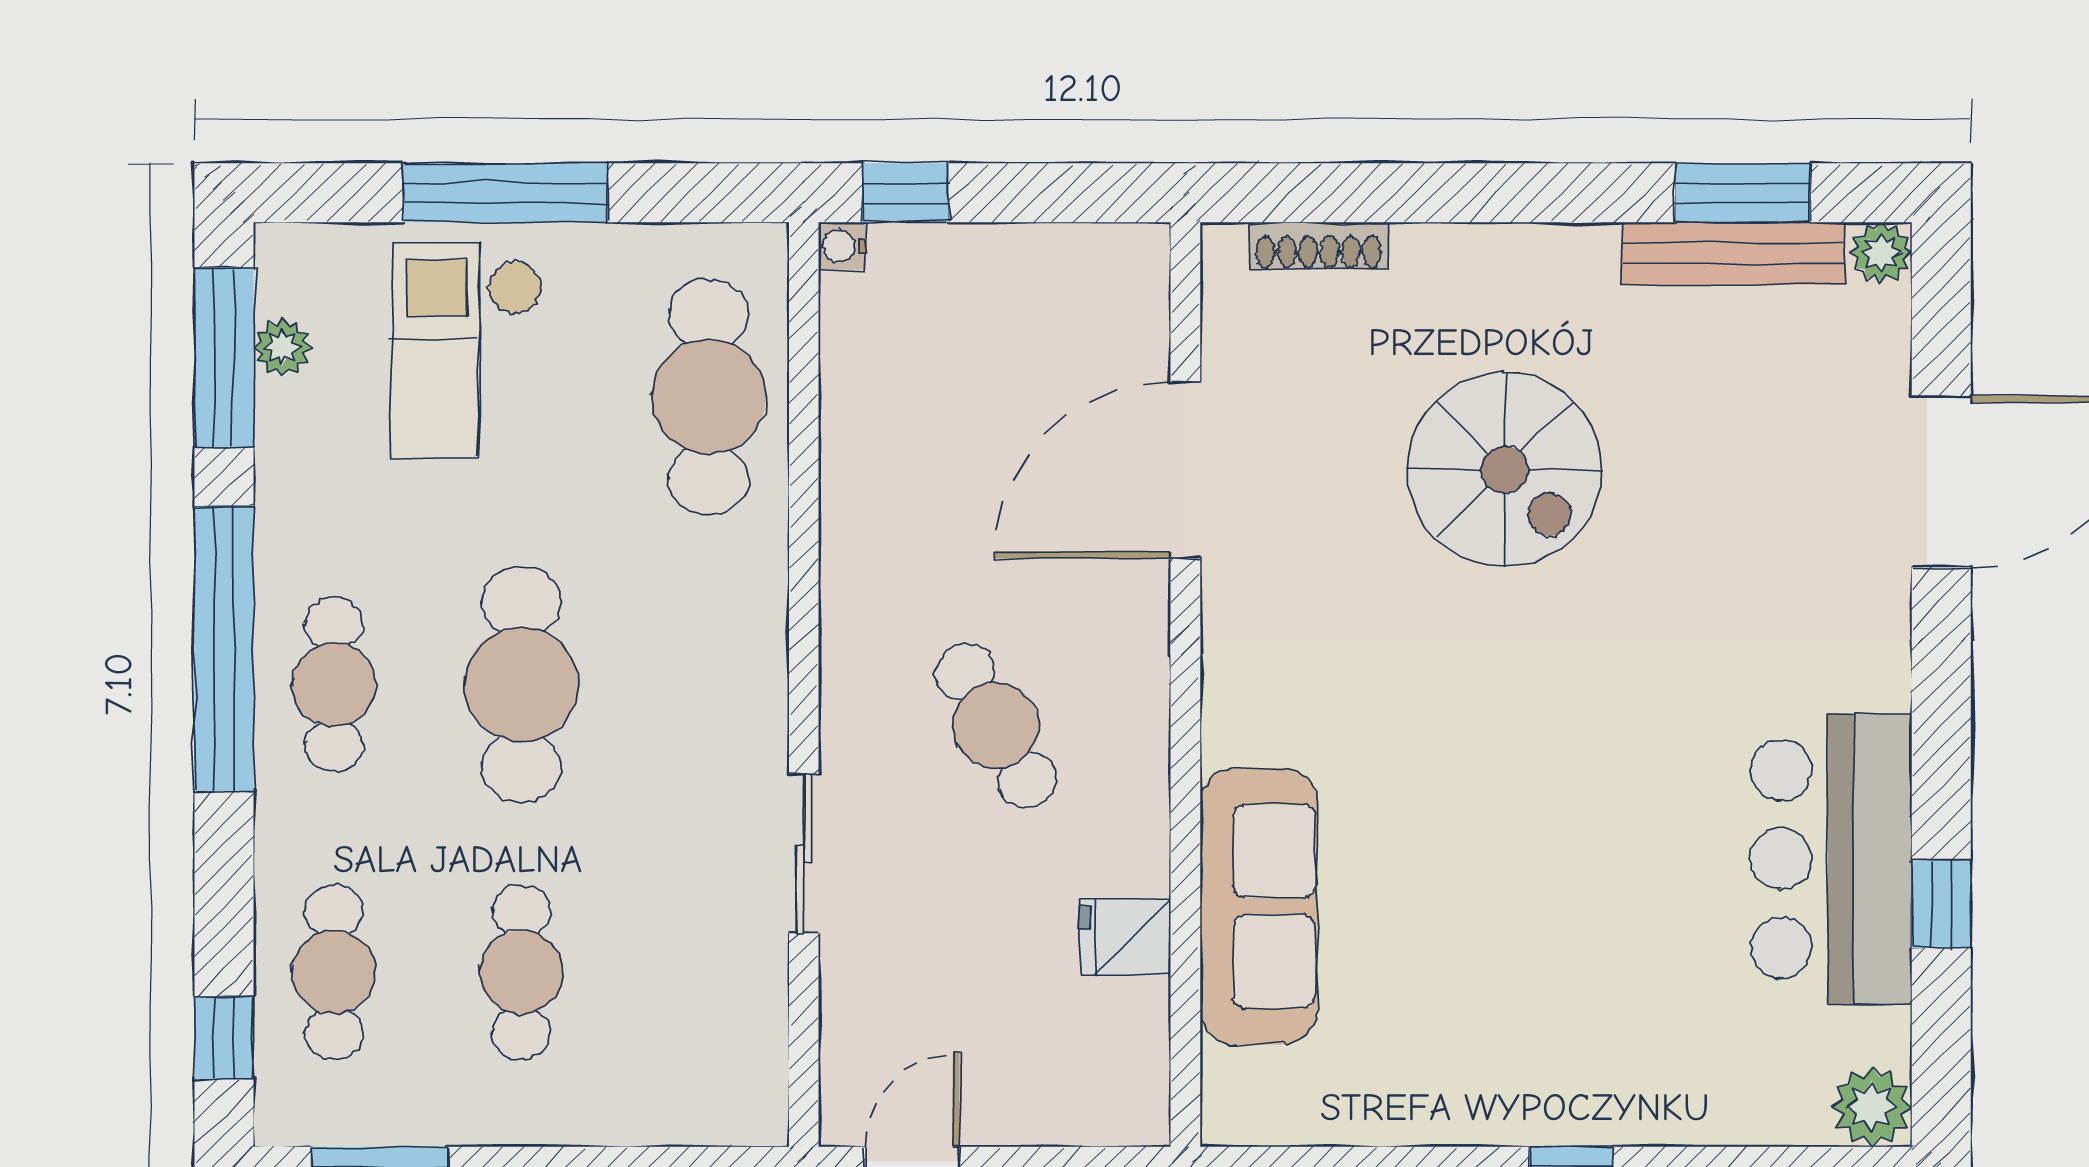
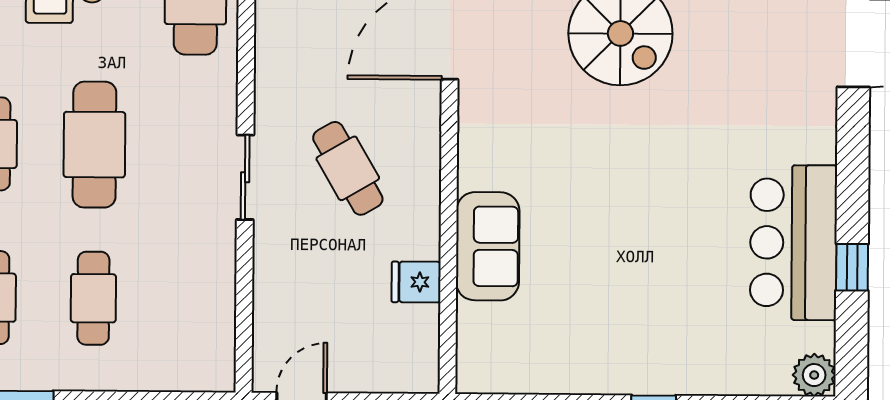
sliding door: (804, 853) -> (245, 177), moved
sofa: (1259, 906) -> (488, 246), width x0.73

